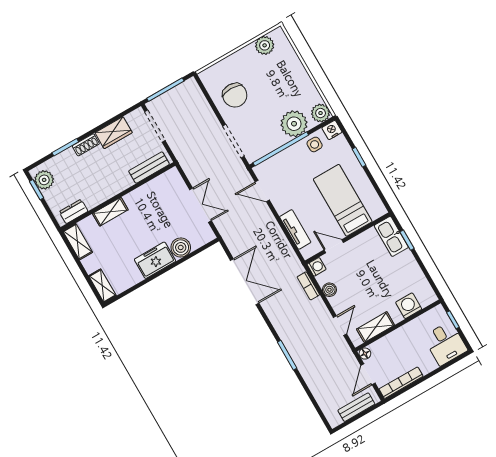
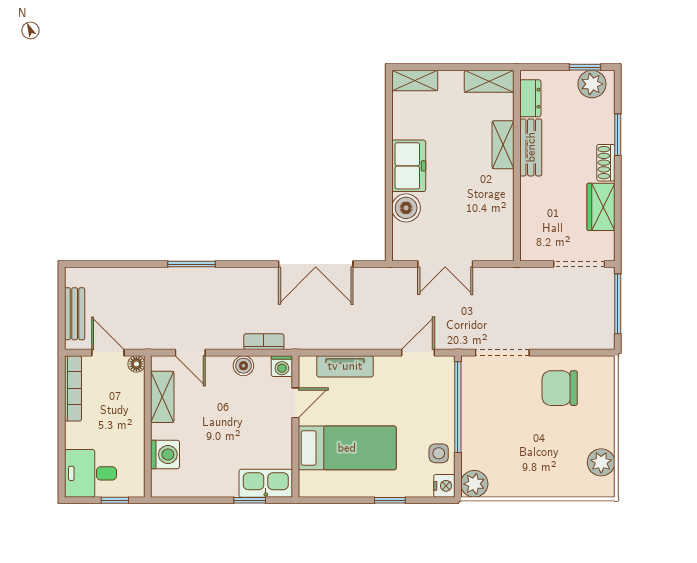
plant: (294, 124) -> (480, 442), removed
bench: (149, 168) -> (531, 147), moved

